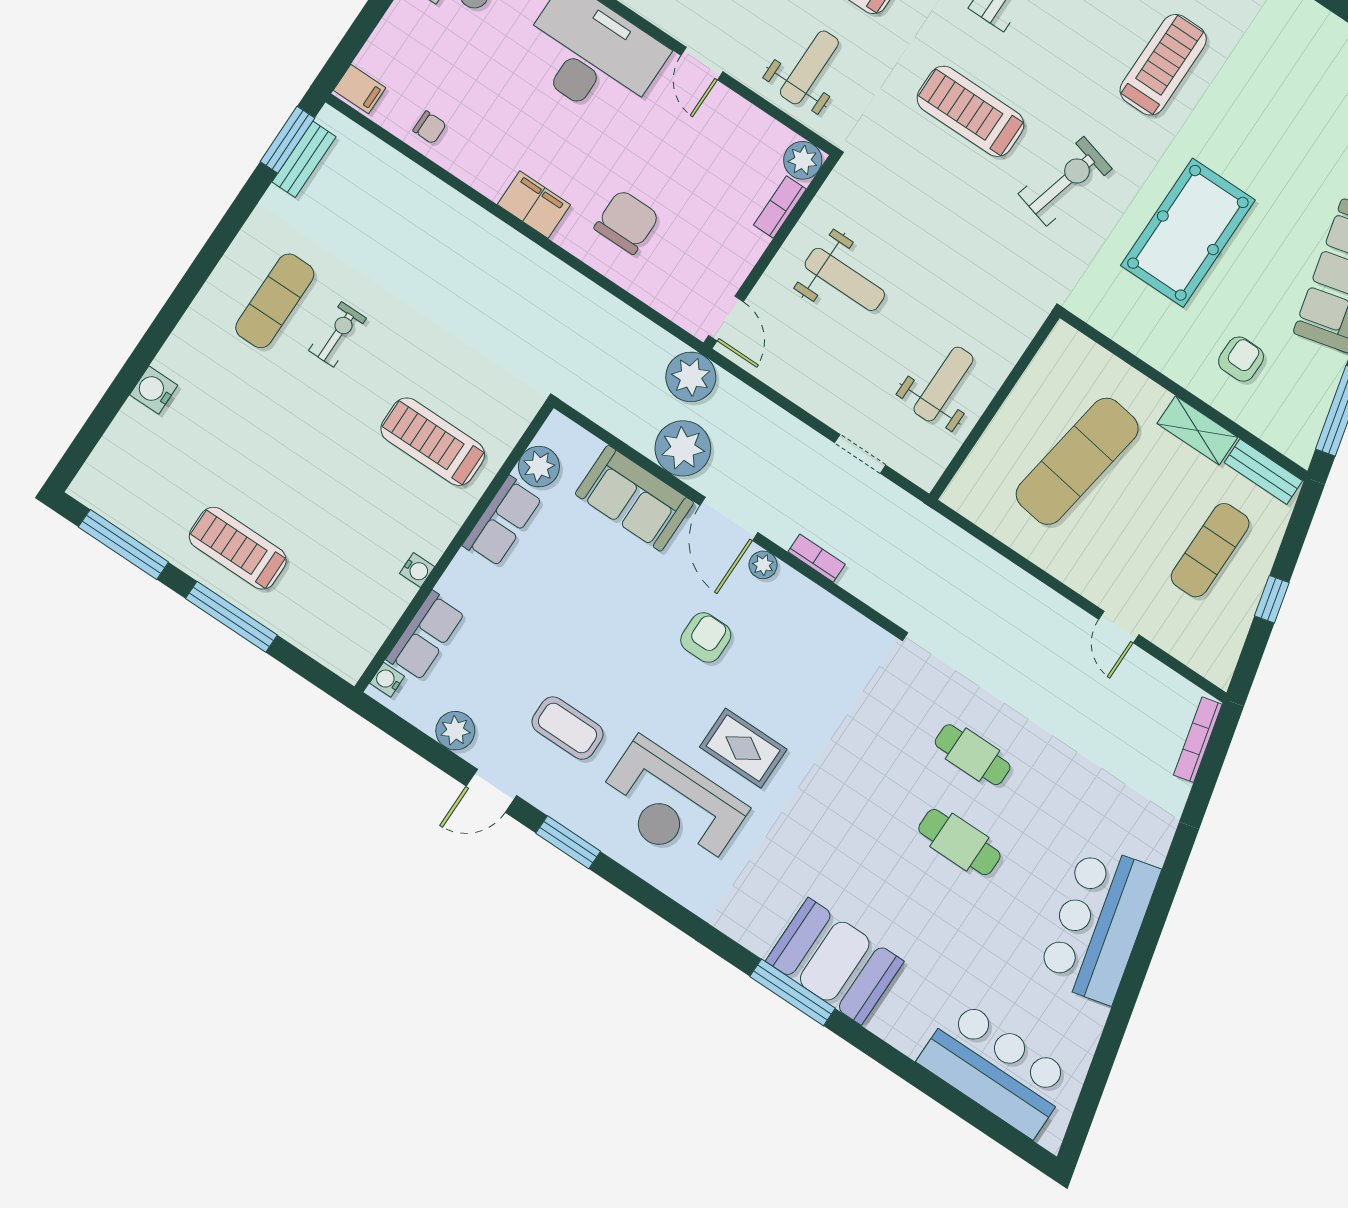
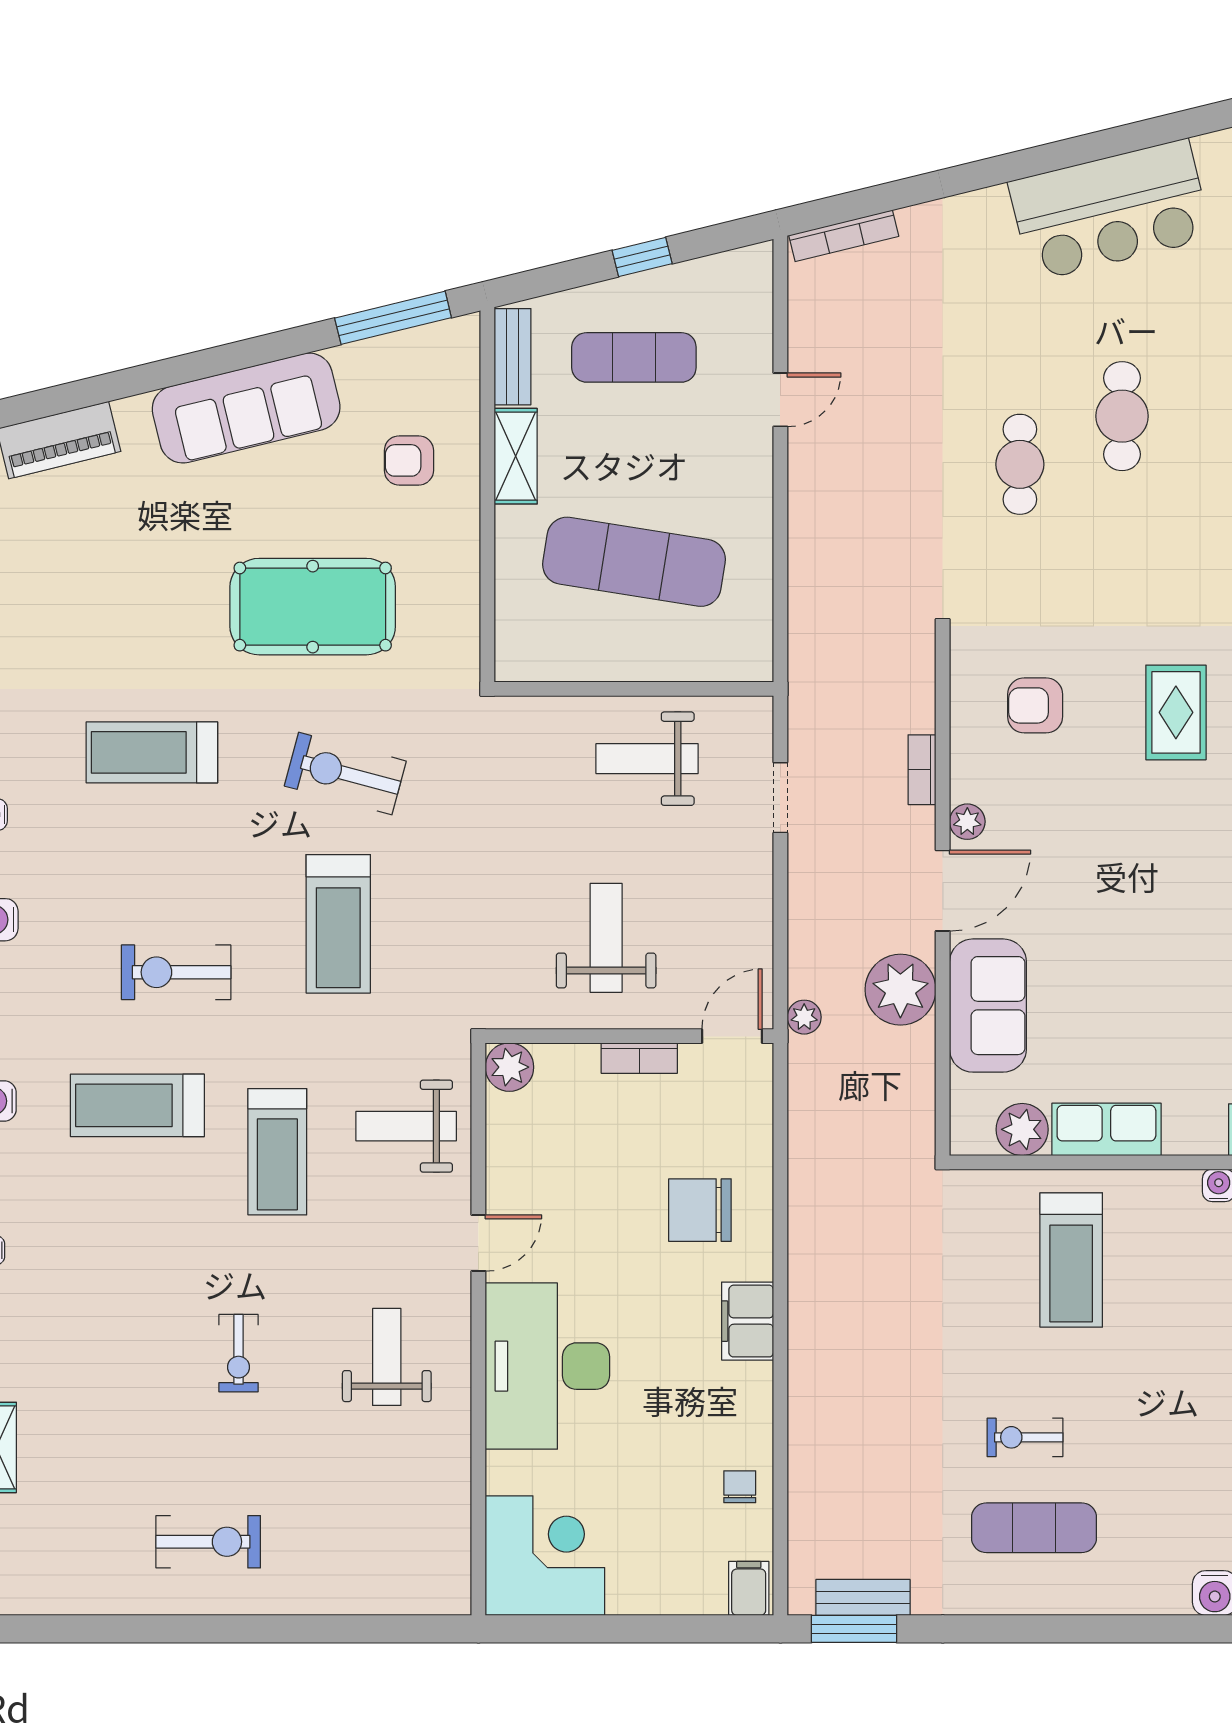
bookcase: (780, 207) -> (639, 1058), moved
plant: (691, 377) -> (804, 1017), width x0.53, depth x0.53
armchair: (706, 637) -> (1035, 705), moved

